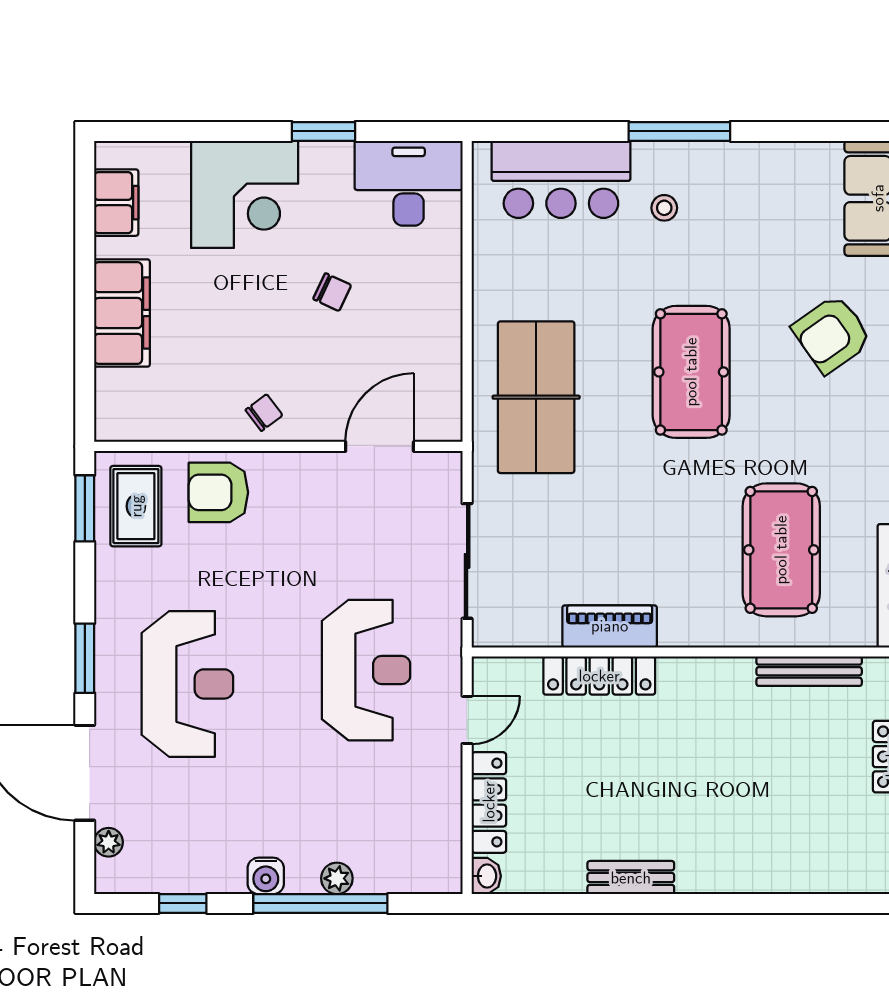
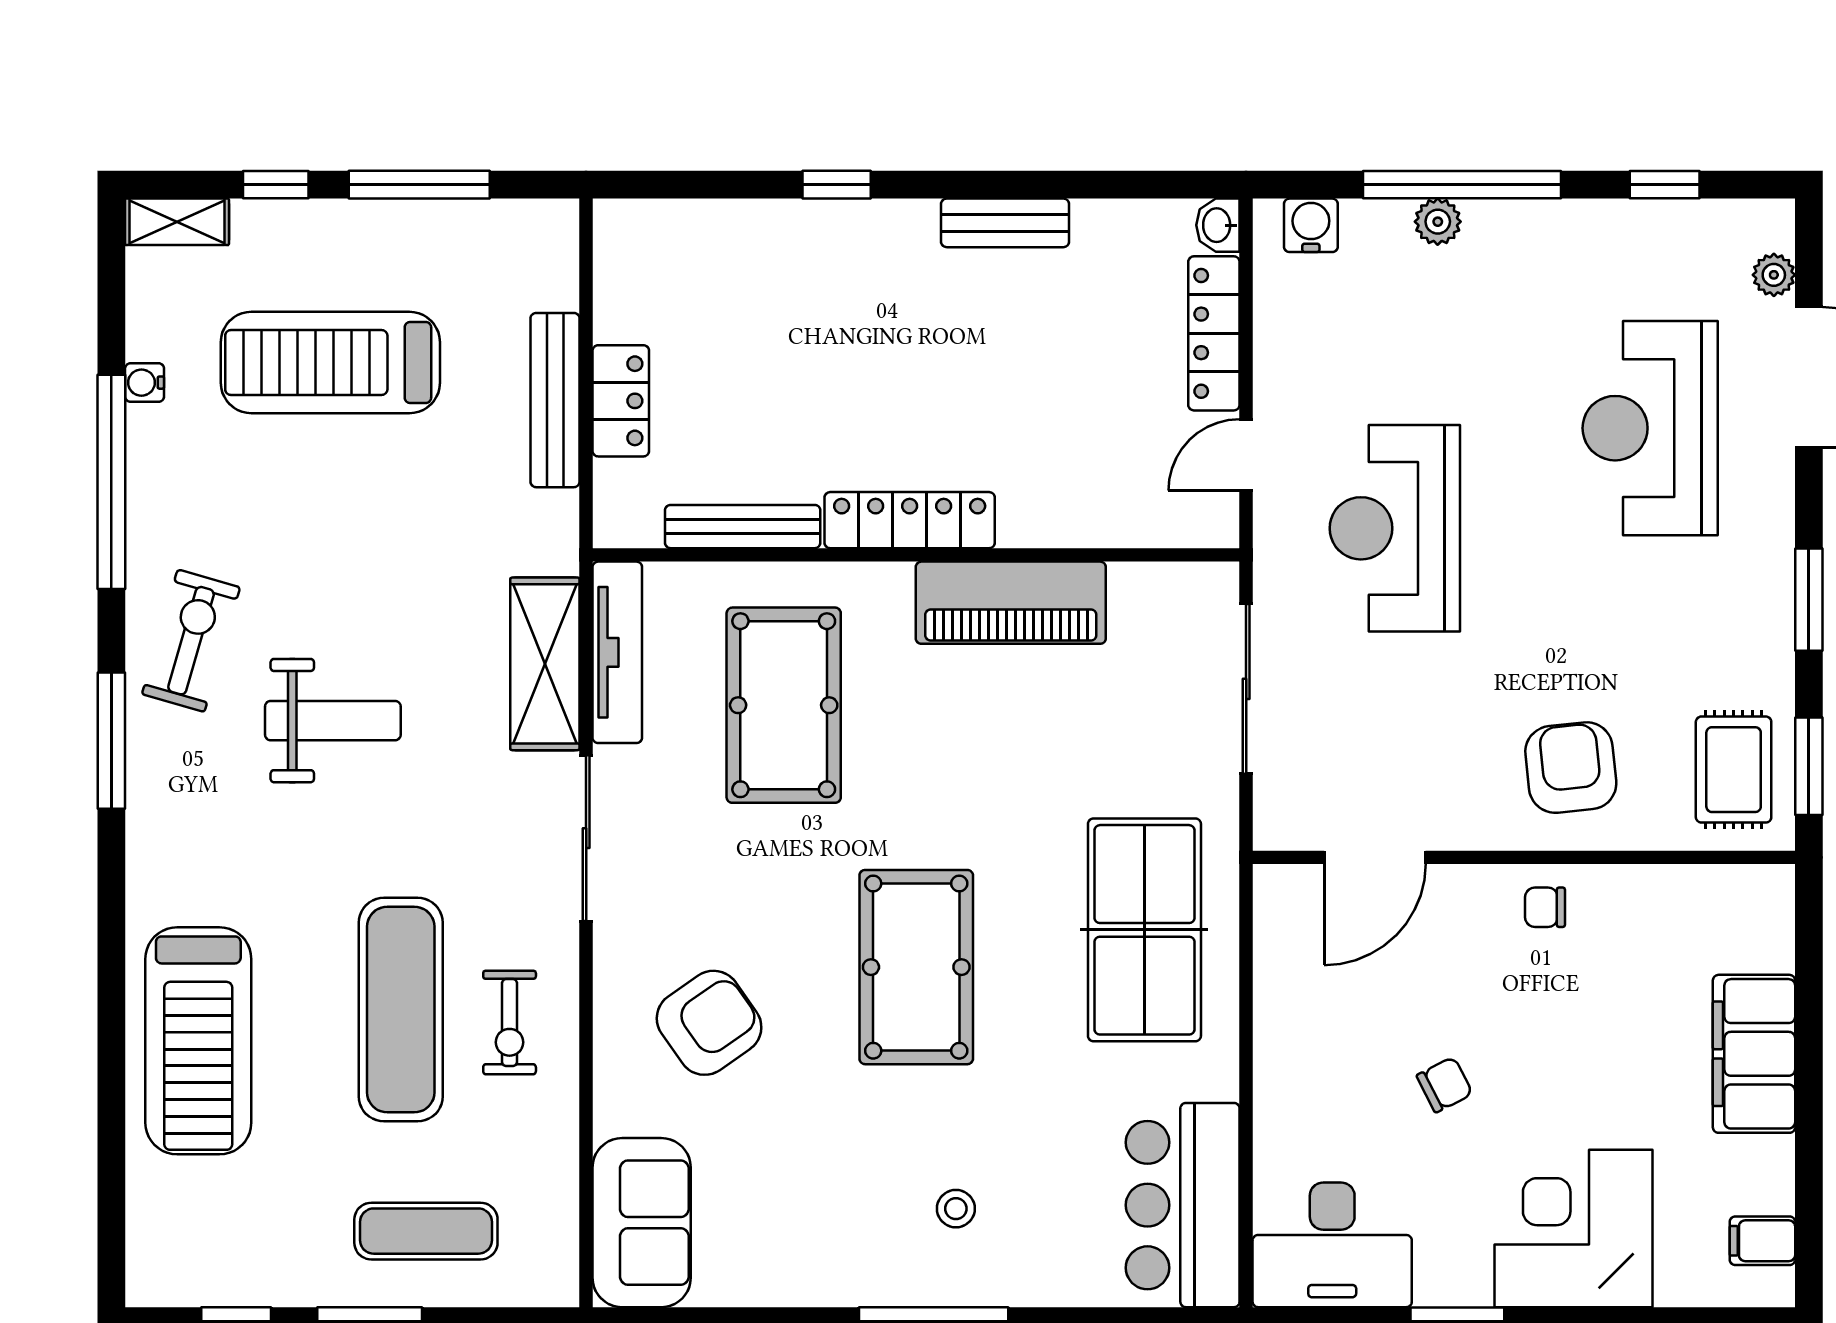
bar counter: (561, 179) -> (1183, 1205), moved, turned -90
filing cabinet: (116, 203) -> (1762, 1241), width x0.50
chair: (332, 292) -> (1445, 1085), turned 128
chair: (264, 413) -> (1545, 907), turned 37
armchair: (218, 492) -> (1571, 768), moved, turned -96
piano: (610, 626) -> (1011, 603), width x1.37, depth x1.33
window: (85, 658) -> (1809, 600), moved
locker: (599, 676) -> (910, 520), moved
reception desk: (187, 684) -> (1650, 428), moved
water cooler: (266, 876) -> (1311, 225), moved
window: (745, 903) -> (837, 185), added

